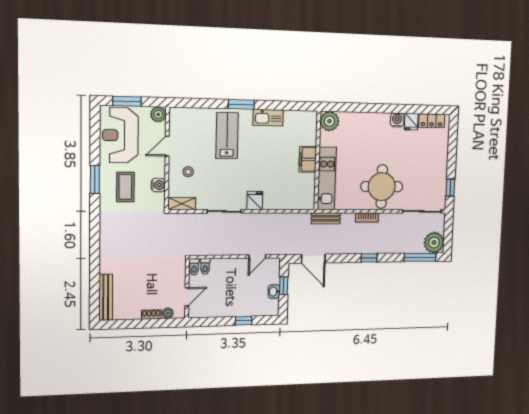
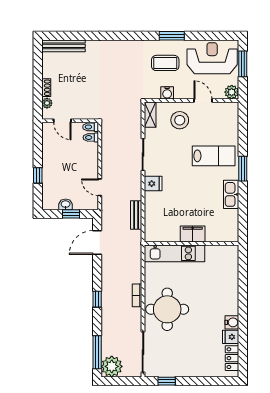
plant: (329, 121) -> (229, 254), removed
stool: (188, 172) -> (180, 120), width x1.89, depth x1.89
bench: (326, 218) -> (136, 215), moved

